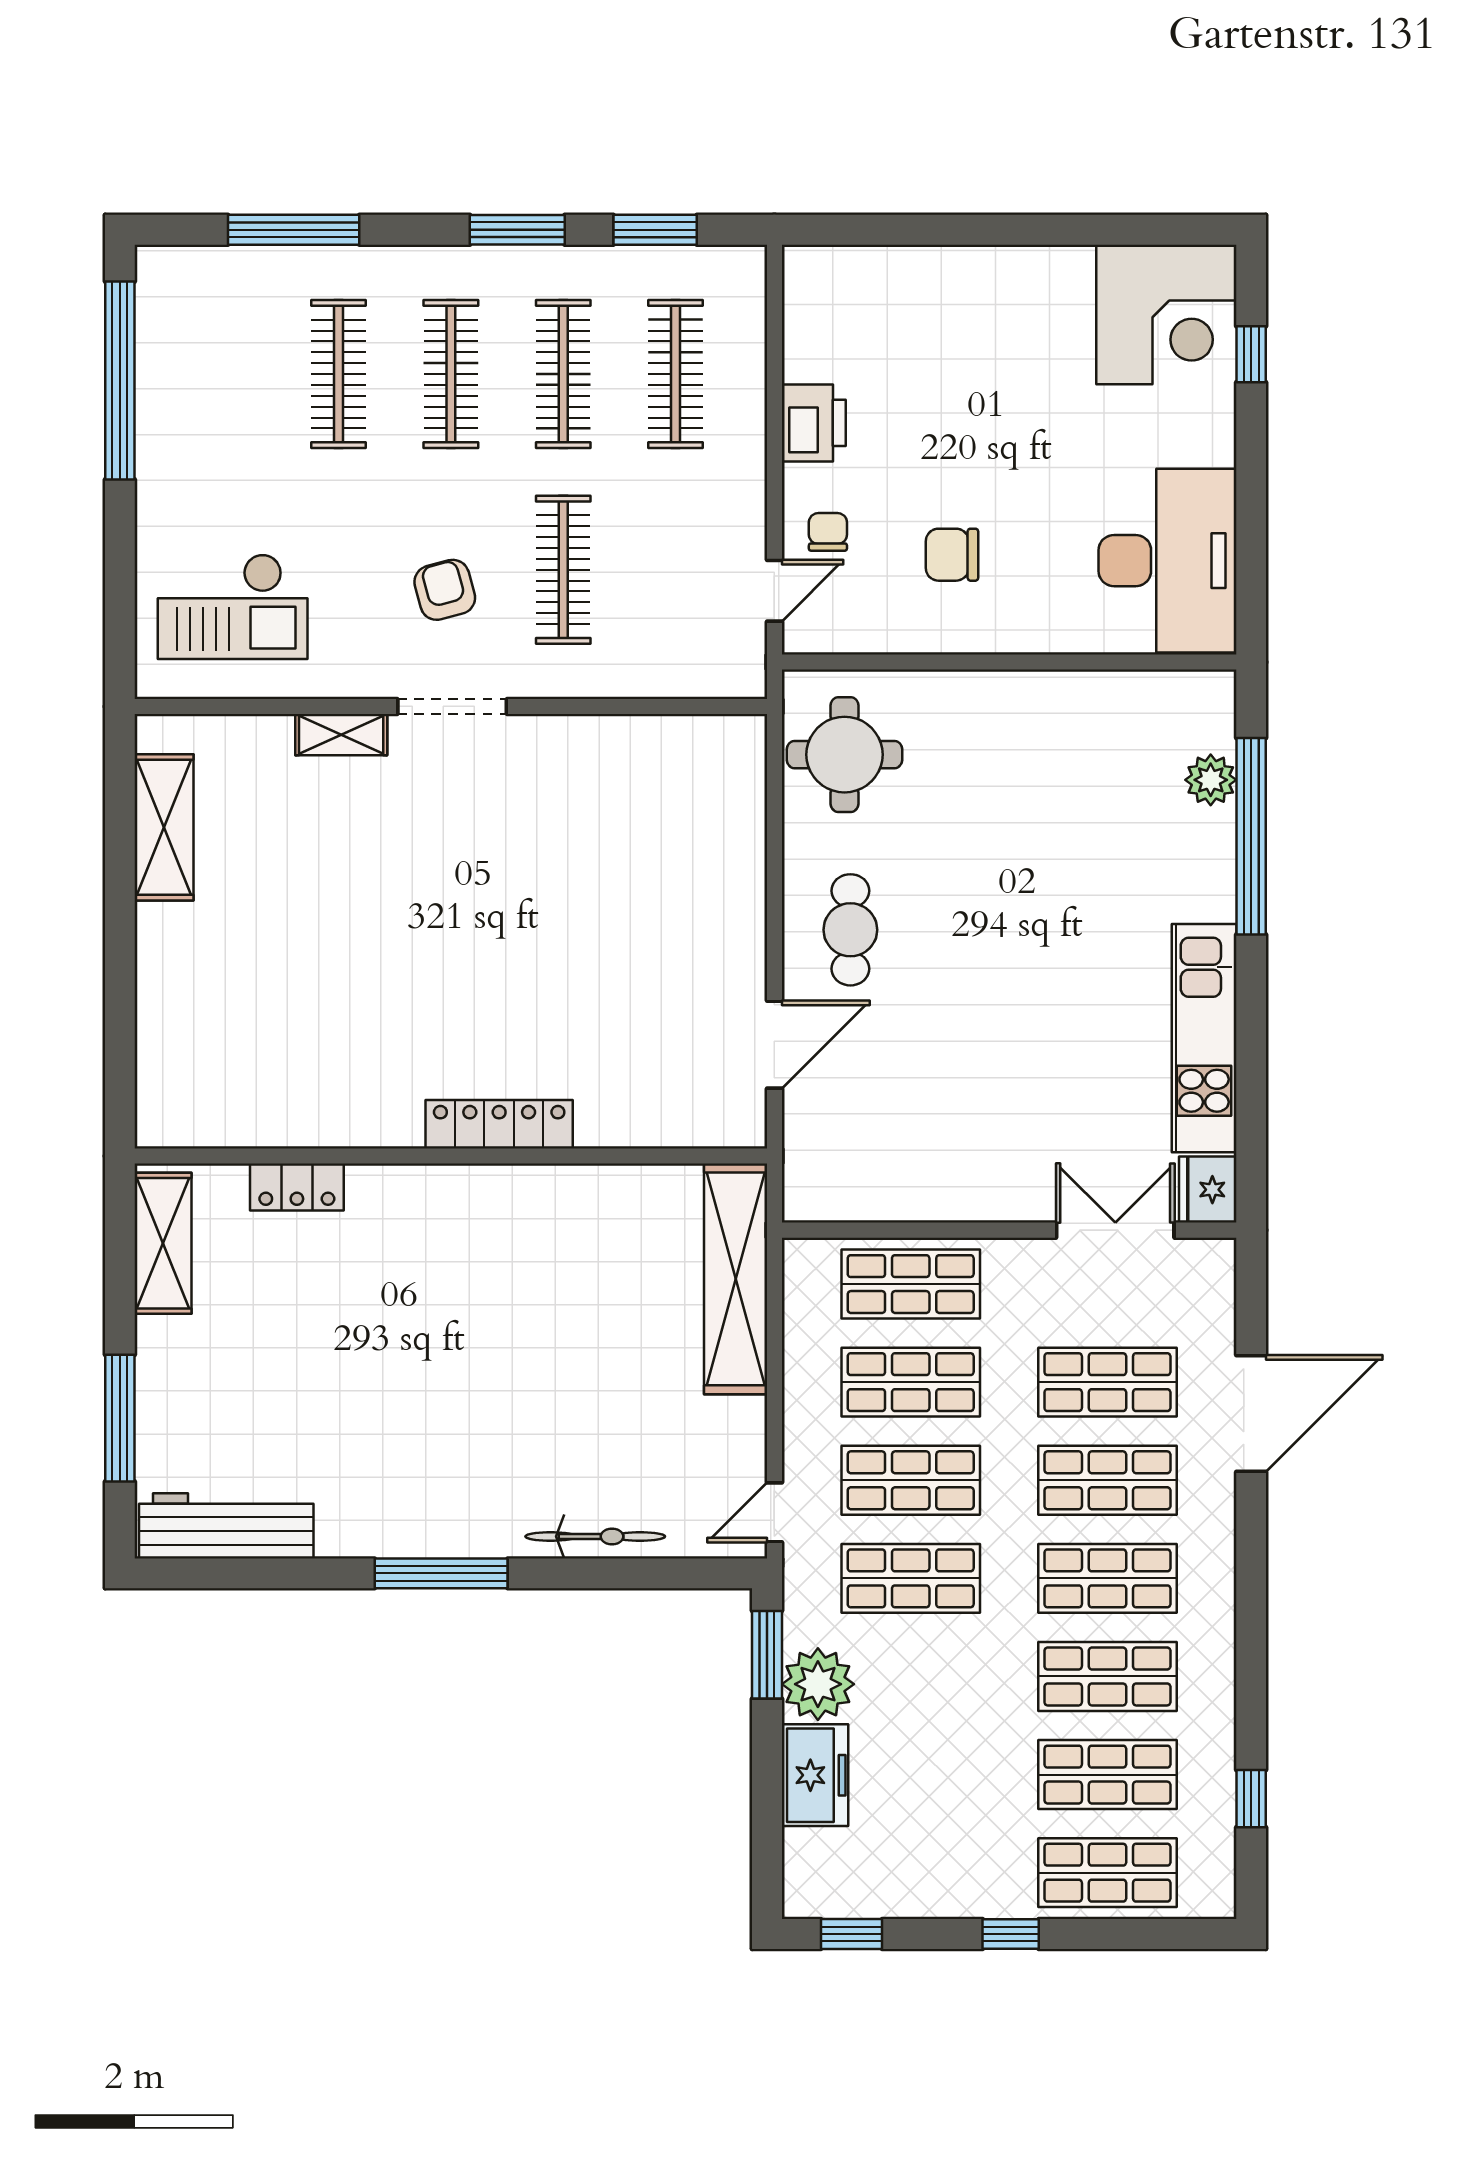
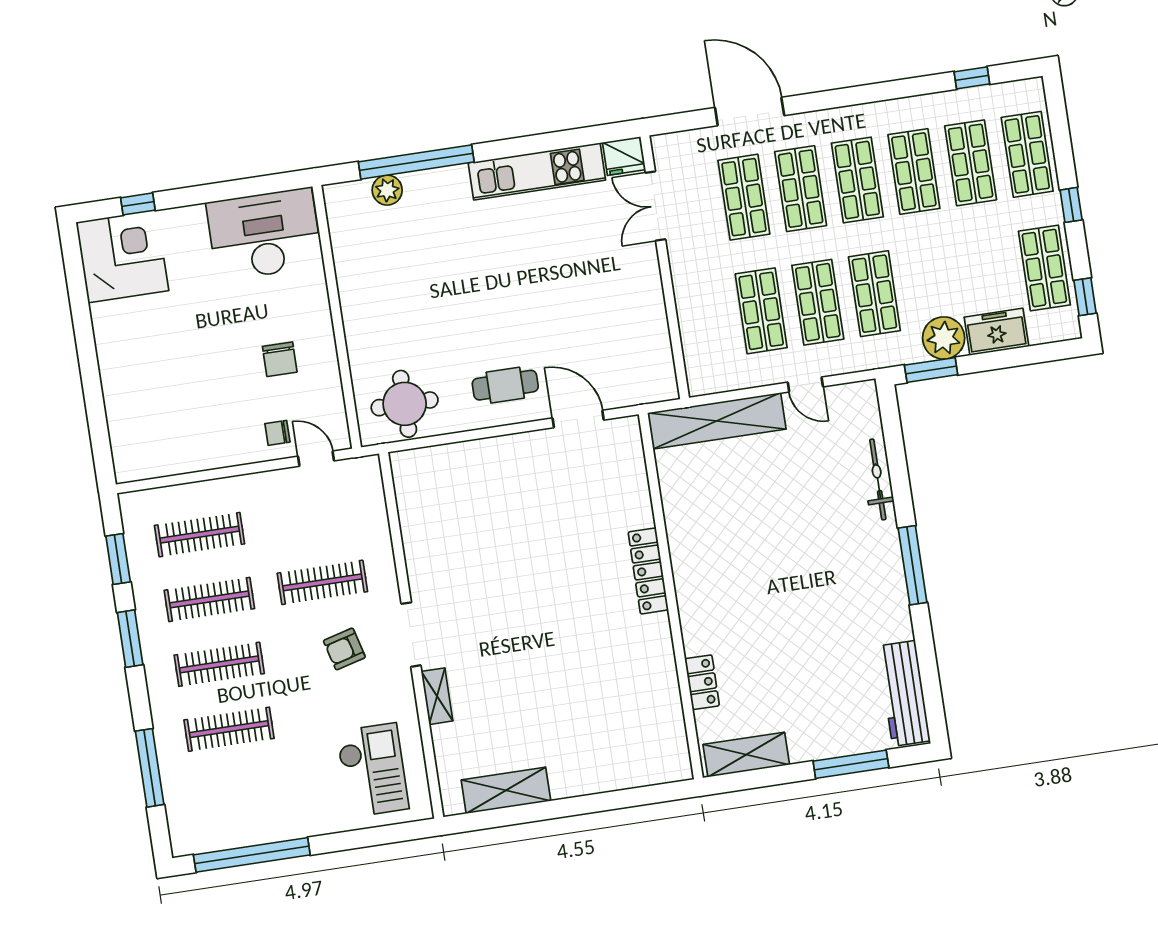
printer: (814, 423) -> (216, 451), removed
shop shelf: (911, 1284) -> (1044, 268), moved
door: (774, 1512) -> (805, 385), moved

